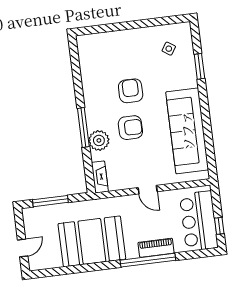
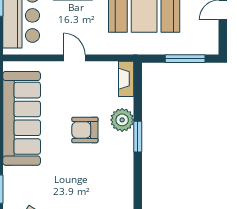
armchair: (131, 91) -> (80, 171), removed
window: (83, 128) -> (138, 137), width x0.69

